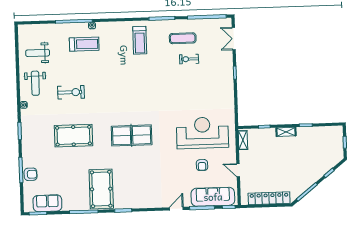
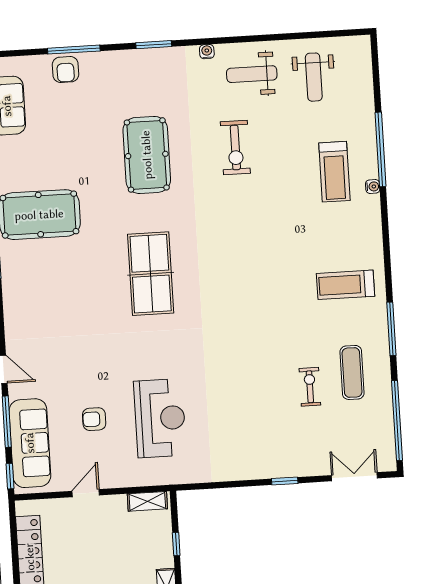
weight bench: (38, 53) -> (314, 77), turned 180
reception desk: (202, 133) -> (160, 418), width x0.74, depth x0.77

